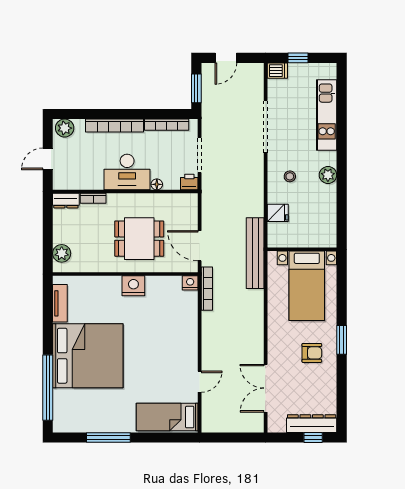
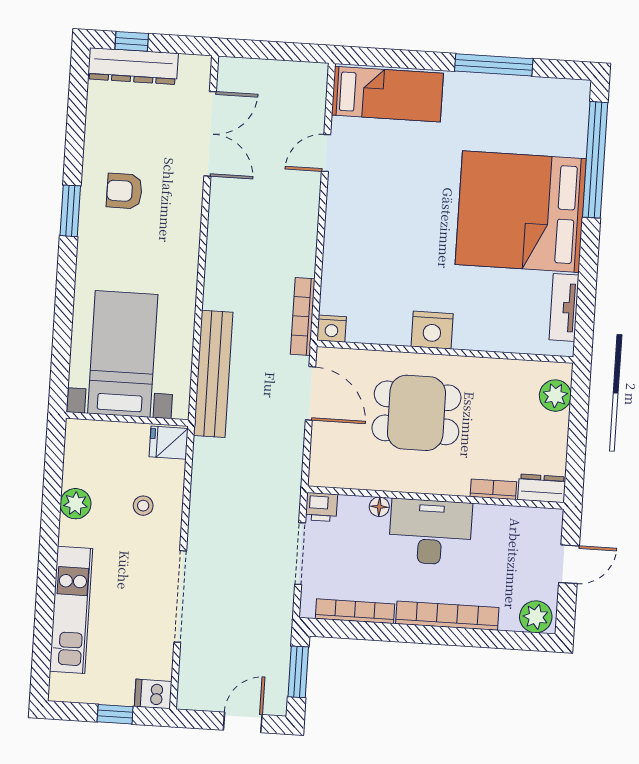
wall: (302, 249) -> (127, 419), moved
bed with nightstands: (307, 286) -> (123, 354), moved

